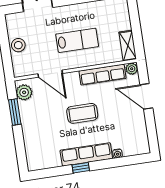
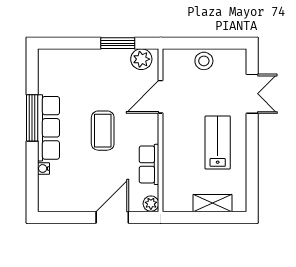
lab bench: (77, 40) -> (218, 142), moved, turned 180
shelving: (128, 46) -> (213, 203), moved
row of seats: (102, 75) -> (149, 164), width x0.68
window: (81, 168) -> (32, 118), width x2.17

